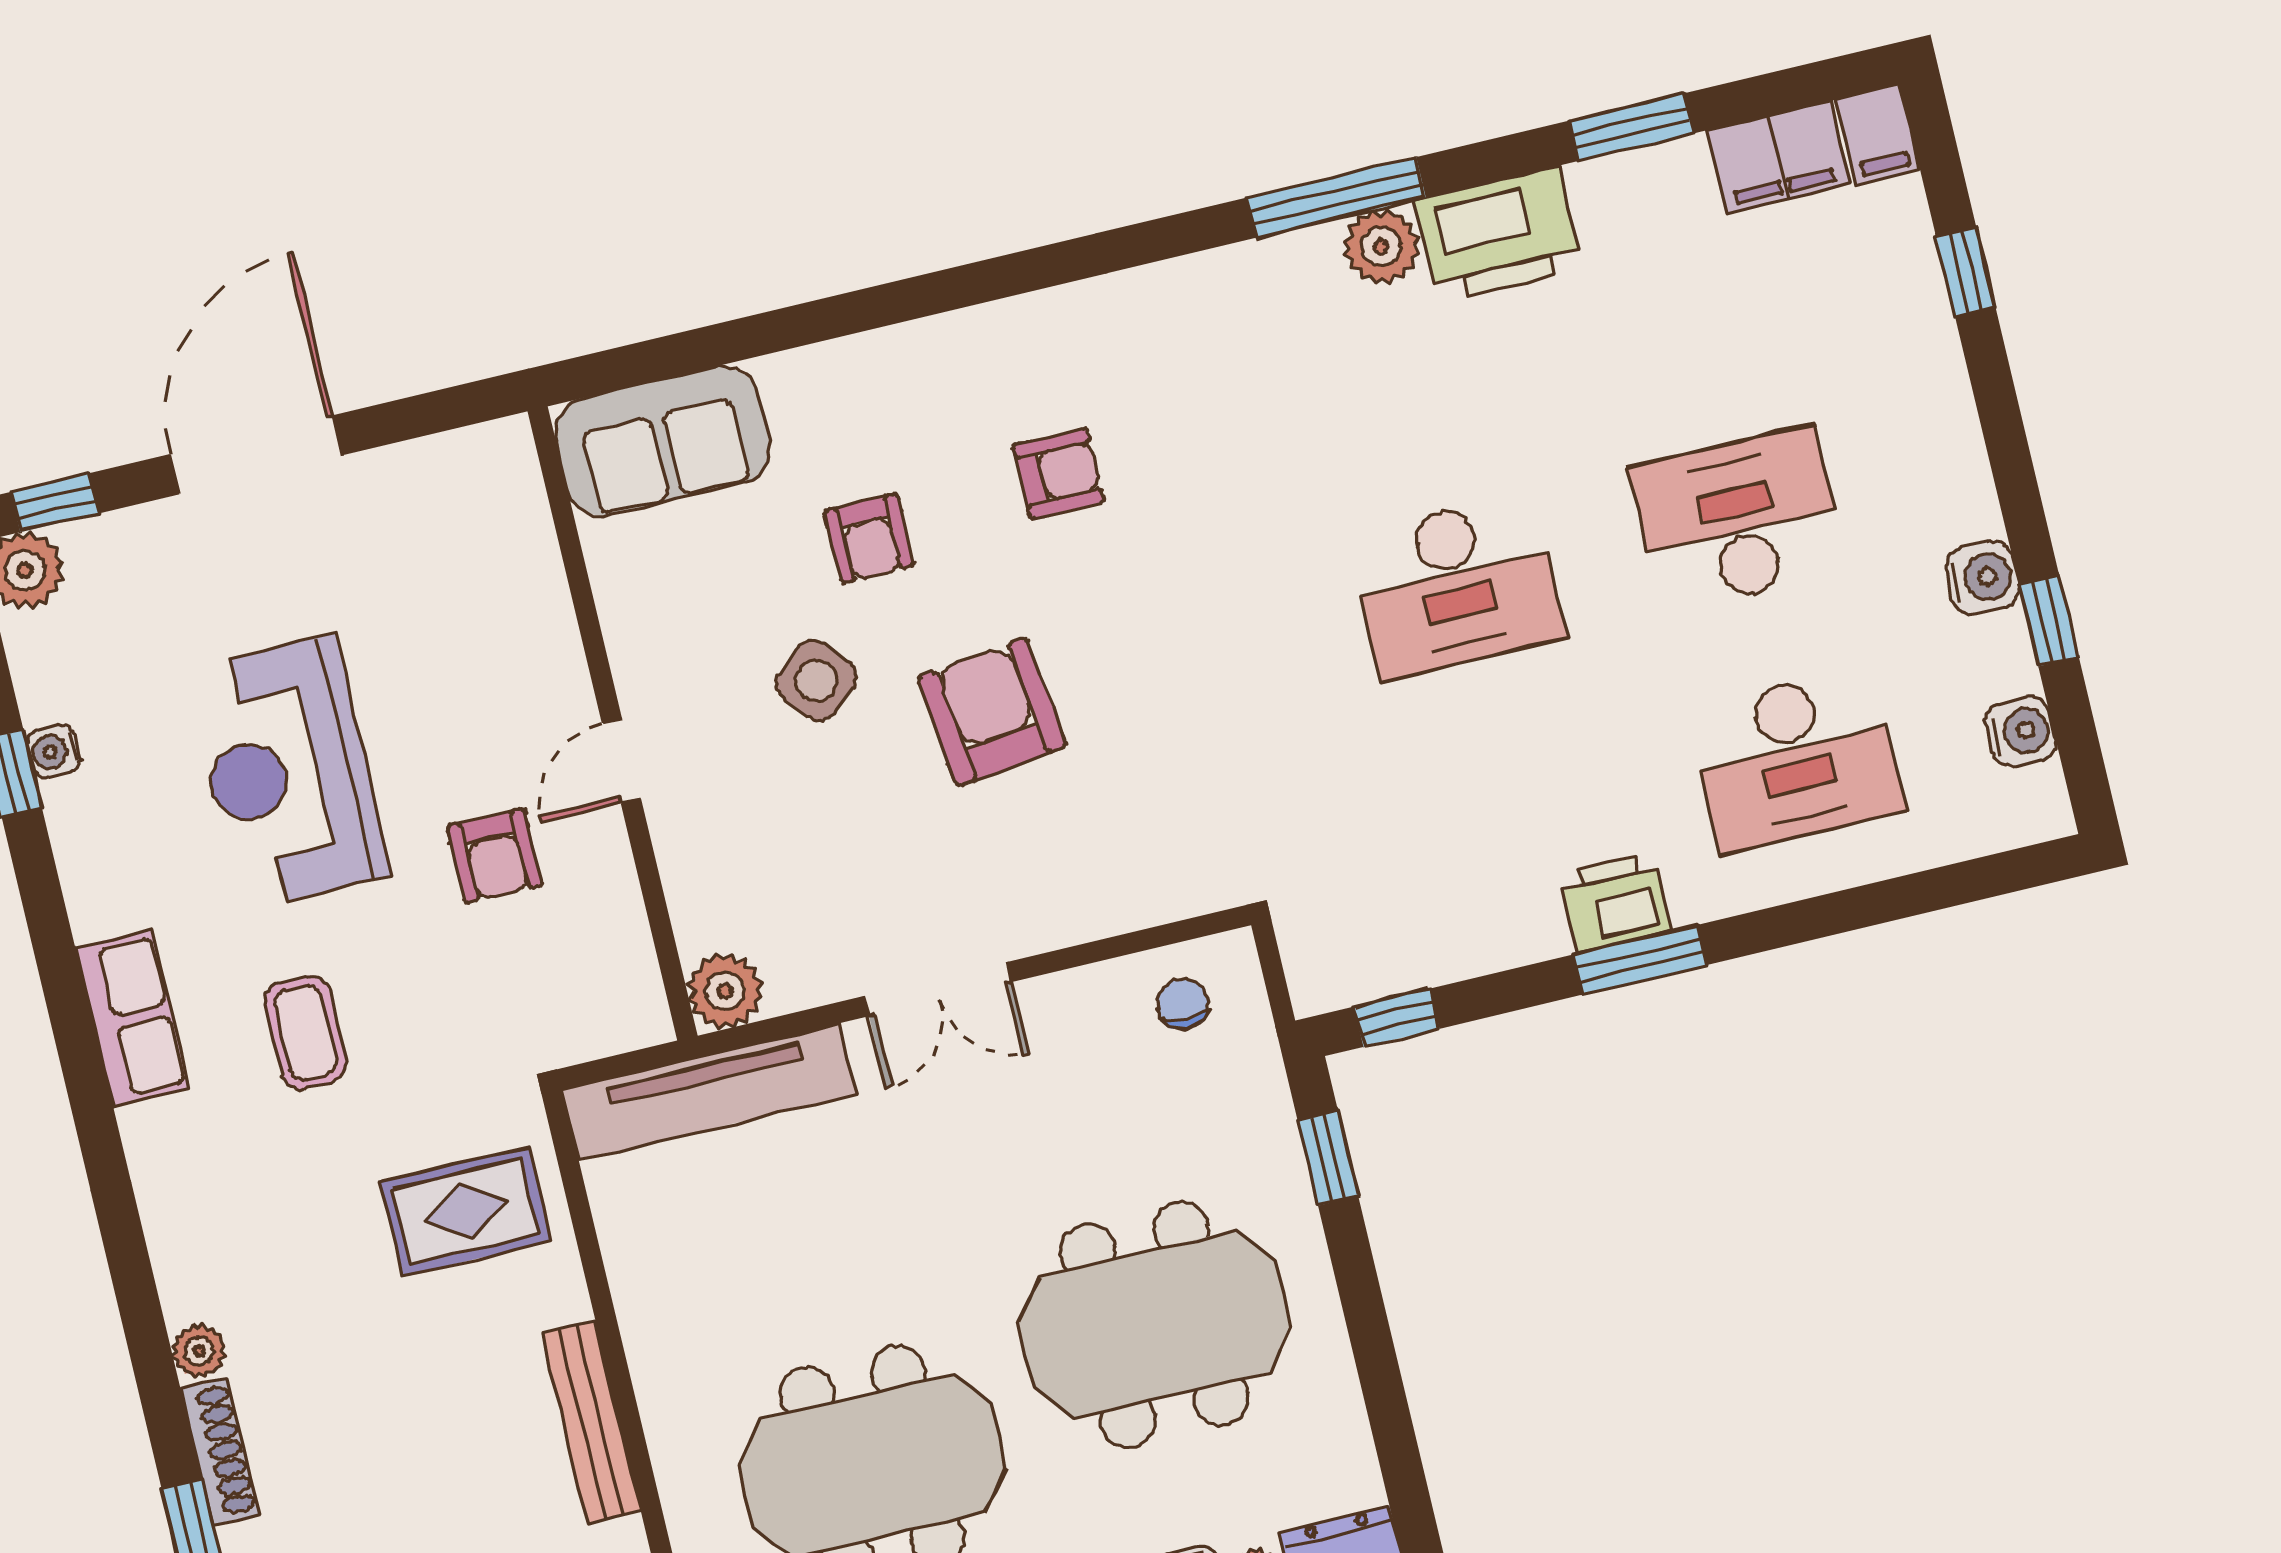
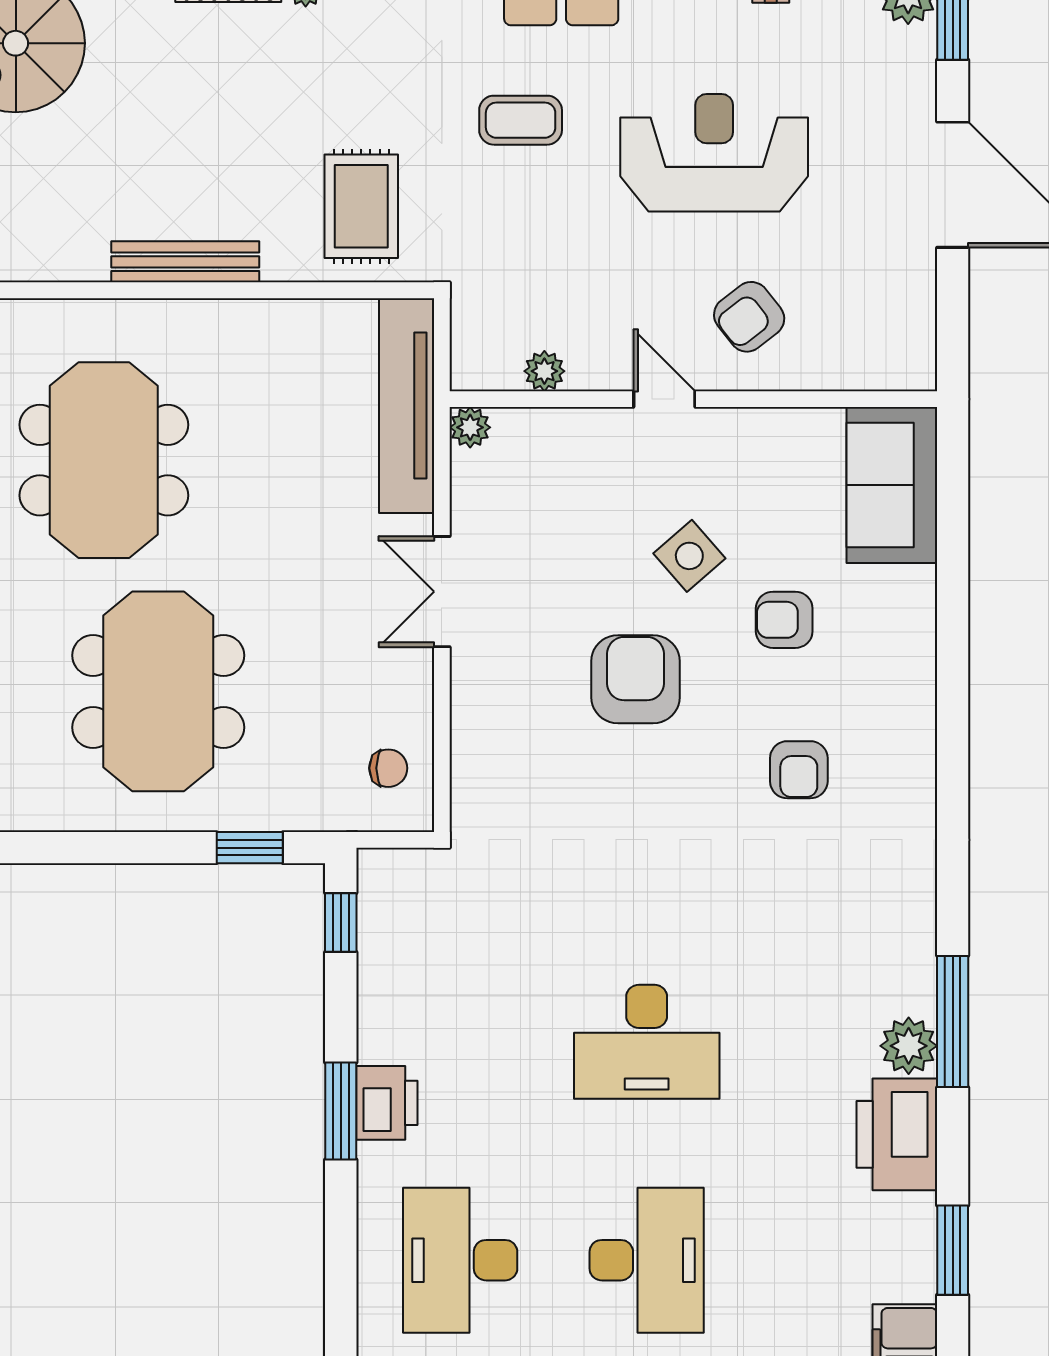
desk: (1456, 586) -> (647, 1042), turned -90
armchair: (992, 712) -> (635, 679), turned -83
armchair: (495, 856) -> (749, 317), moved, turned -38
plant: (622, 924) -> (544, 371), added
plant: (725, 991) -> (470, 427), width x0.73, depth x0.73

